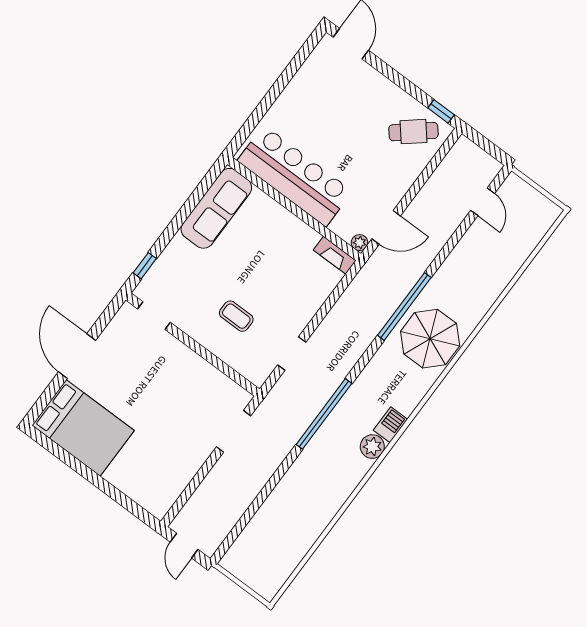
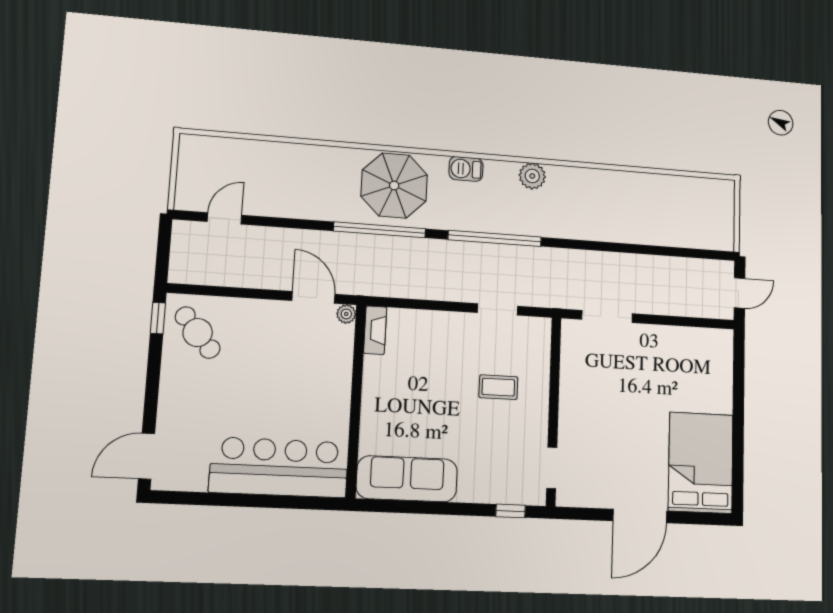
bar counter: (295, 176) -> (279, 467), moved, turned 90
coffee table: (236, 316) -> (498, 387), turned 90
window: (324, 414) -> (495, 238), moved
barbecue: (390, 425) -> (466, 169), moved

